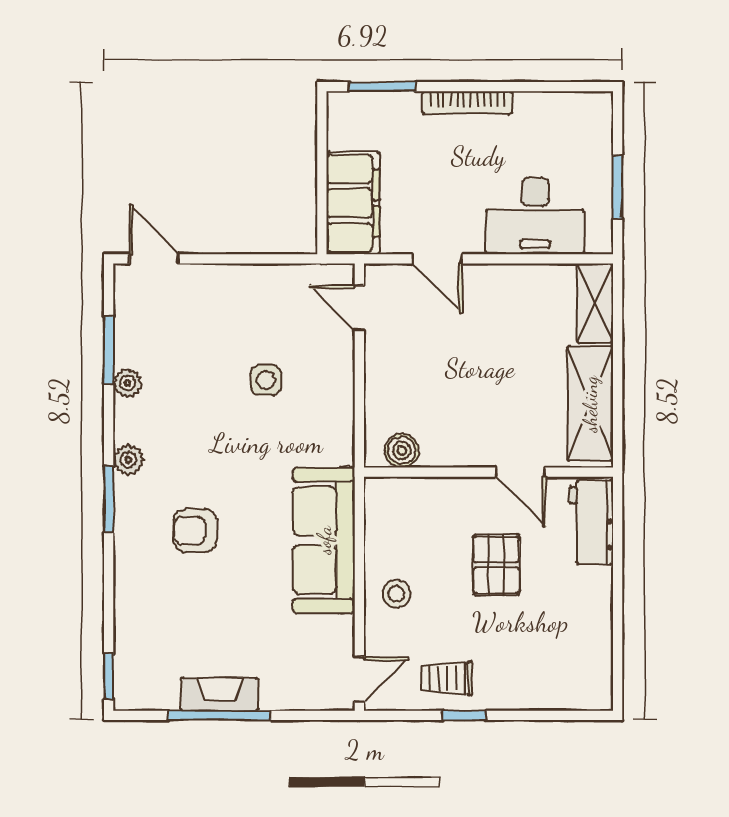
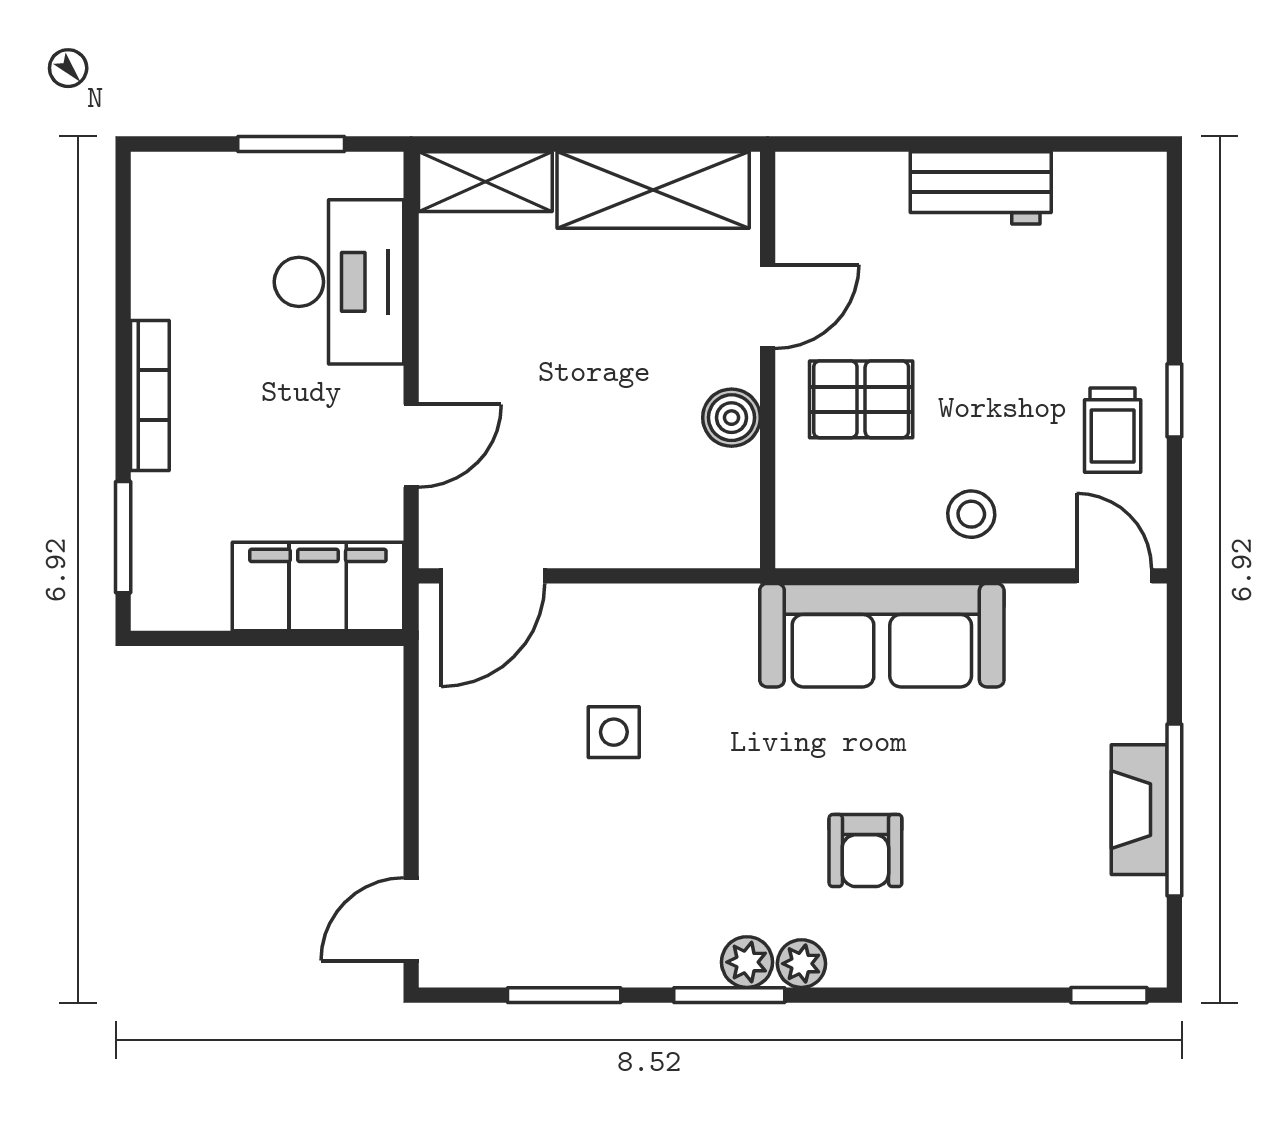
door: (359, 308) -> (493, 576), width x1.38
plant: (127, 383) -> (801, 964), moved
boiler: (402, 450) -> (732, 418), moved
window: (109, 499) -> (729, 995), moved
workbench: (591, 522) -> (981, 188), moved
pallet: (496, 565) -> (861, 399), moved

